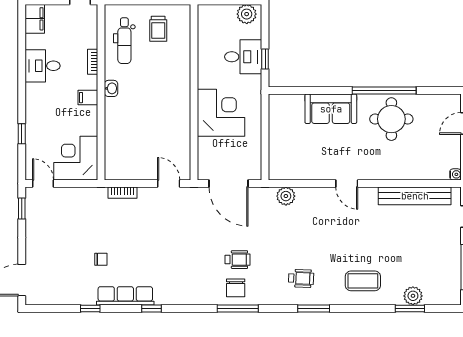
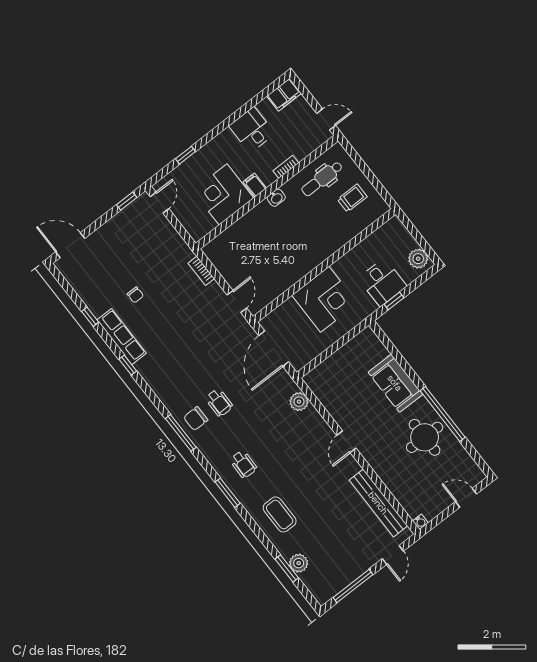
trolley: (158, 29) -> (352, 198), turned 180
corner desk: (76, 158) -> (223, 194), moved, turned -90

